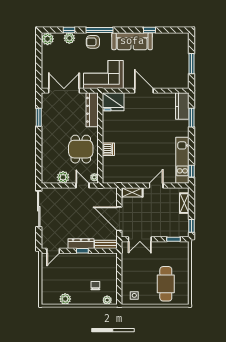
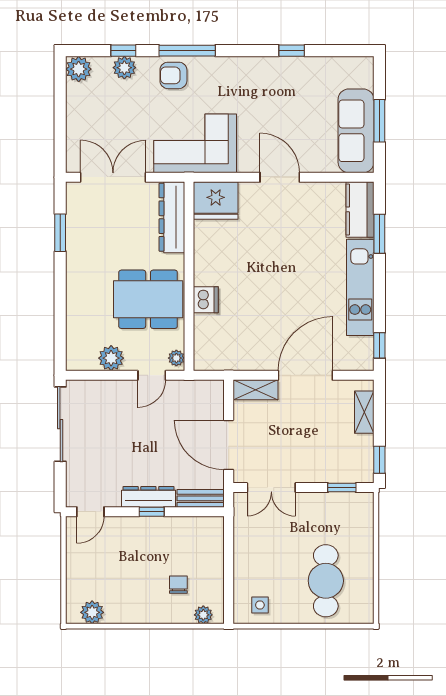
sofa: (132, 41) -> (356, 131), moved, turned 90
dining table: (81, 149) -> (148, 299), width x1.38
kitchen unit: (182, 160) -> (360, 287), moved
door: (82, 185) -> (152, 375), swing flipped
door: (156, 185) -> (305, 375), width x1.87
plant: (65, 299) -> (92, 612), moved

